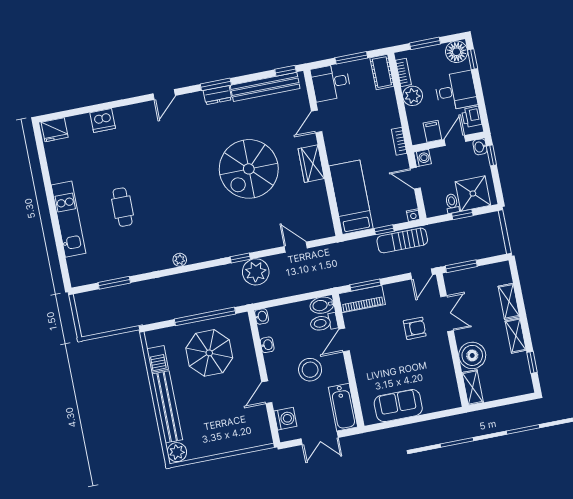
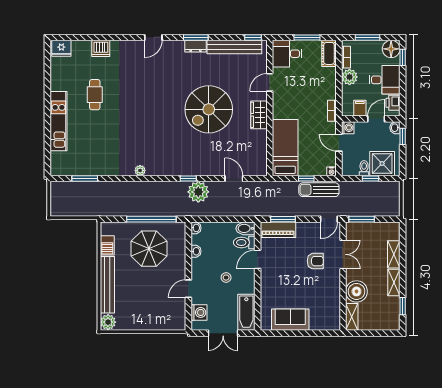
cafe table: (123, 207) -> (95, 95), moved
stool: (310, 370) -> (226, 278), width x0.53, depth x0.53

